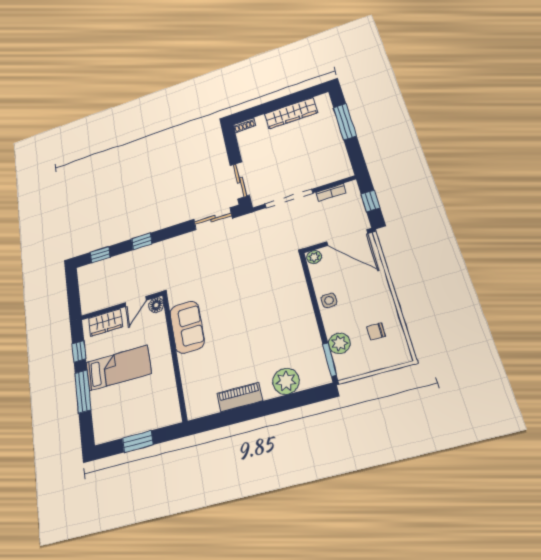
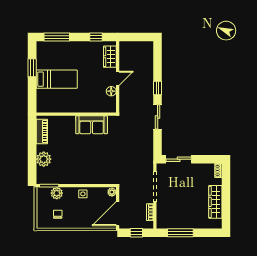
window: (345, 122) -> (180, 233), moved
sliding door: (213, 219) -> (158, 117), moved
window: (100, 255) -> (158, 58), removed
door: (136, 302) -> (118, 78), swing flipped
sofa: (187, 327) -> (92, 125), moved
wall: (174, 356) -> (76, 114), moved
bed: (118, 368) -> (57, 79), moved, turned -90
window: (83, 391) -> (57, 37), moved

